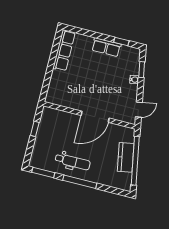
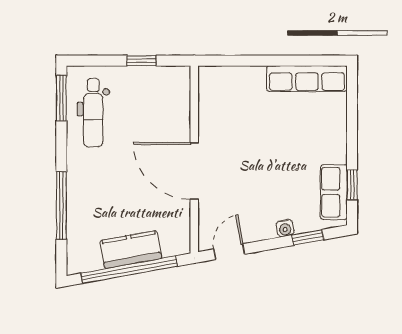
row of seats: (106, 47) -> (334, 192), moved
door: (139, 110) -> (229, 252), swing flipped
dental chair: (73, 162) -> (93, 113), moved
window: (80, 182) -> (61, 206), moved

